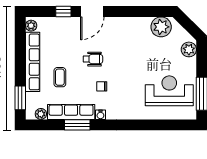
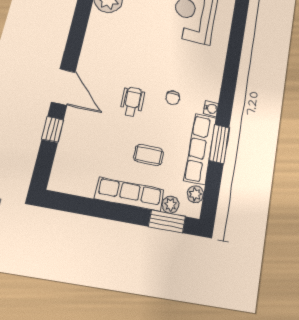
plant: (31, 26) -> (171, 205), moved
row of seats: (33, 62) -> (130, 194), width x0.73

